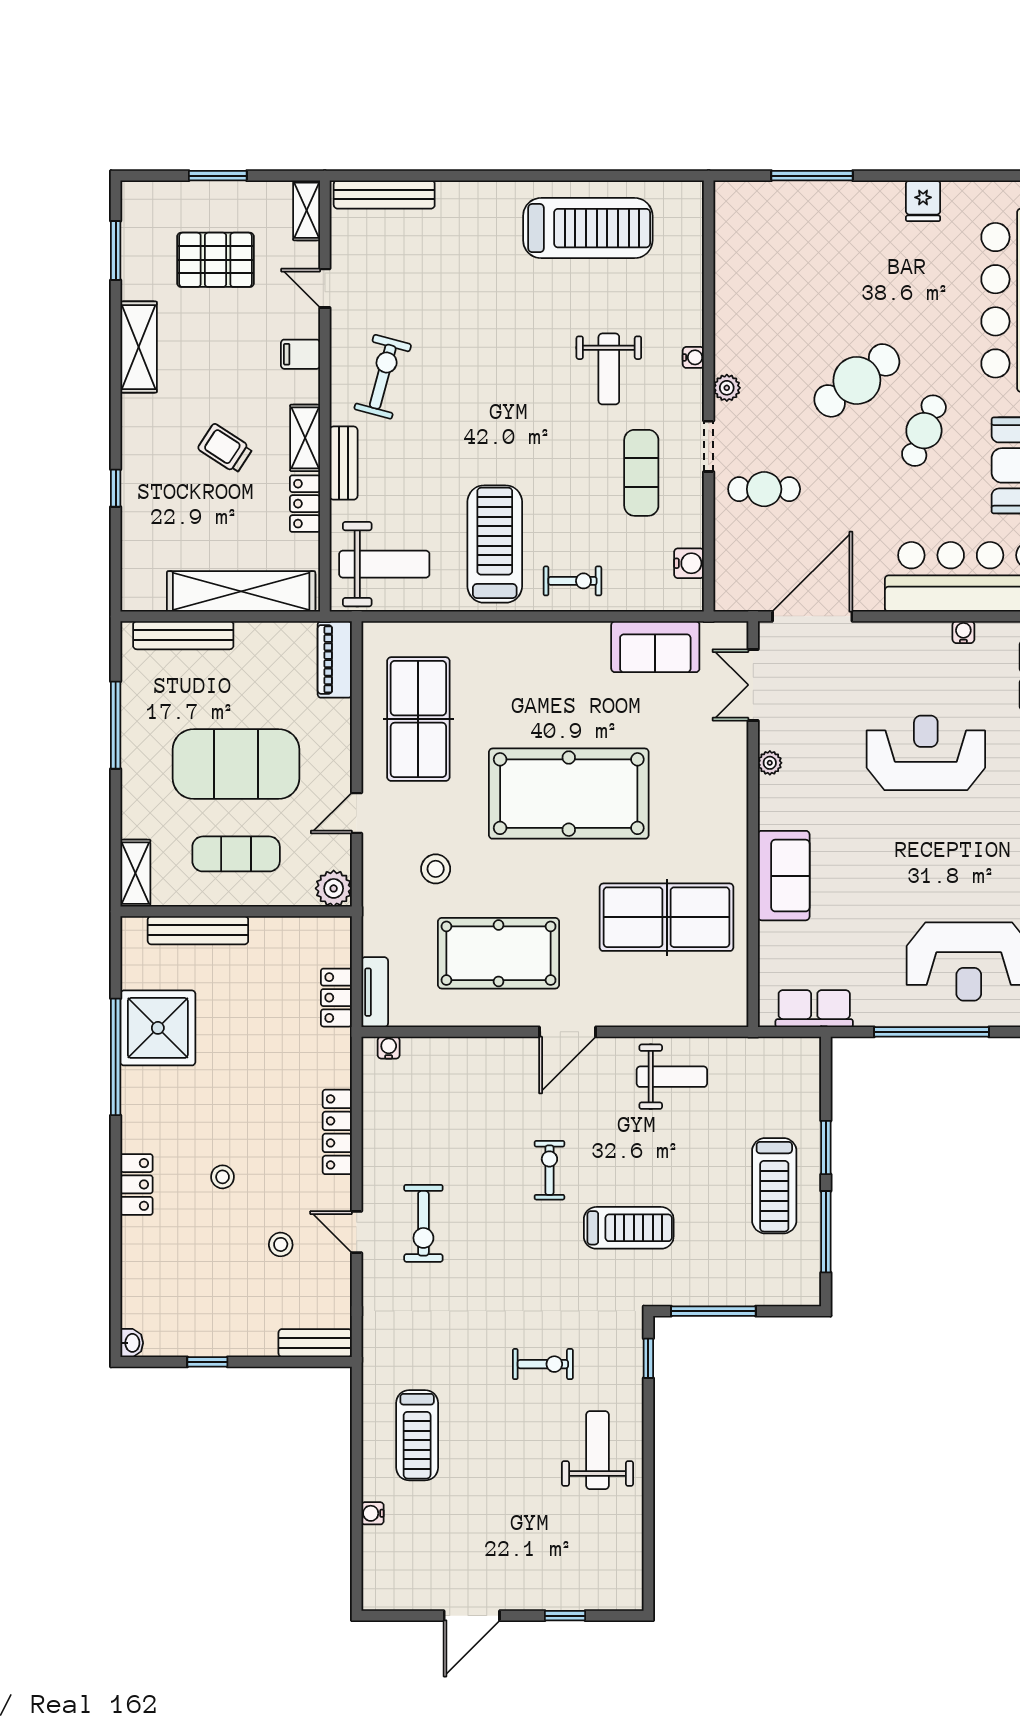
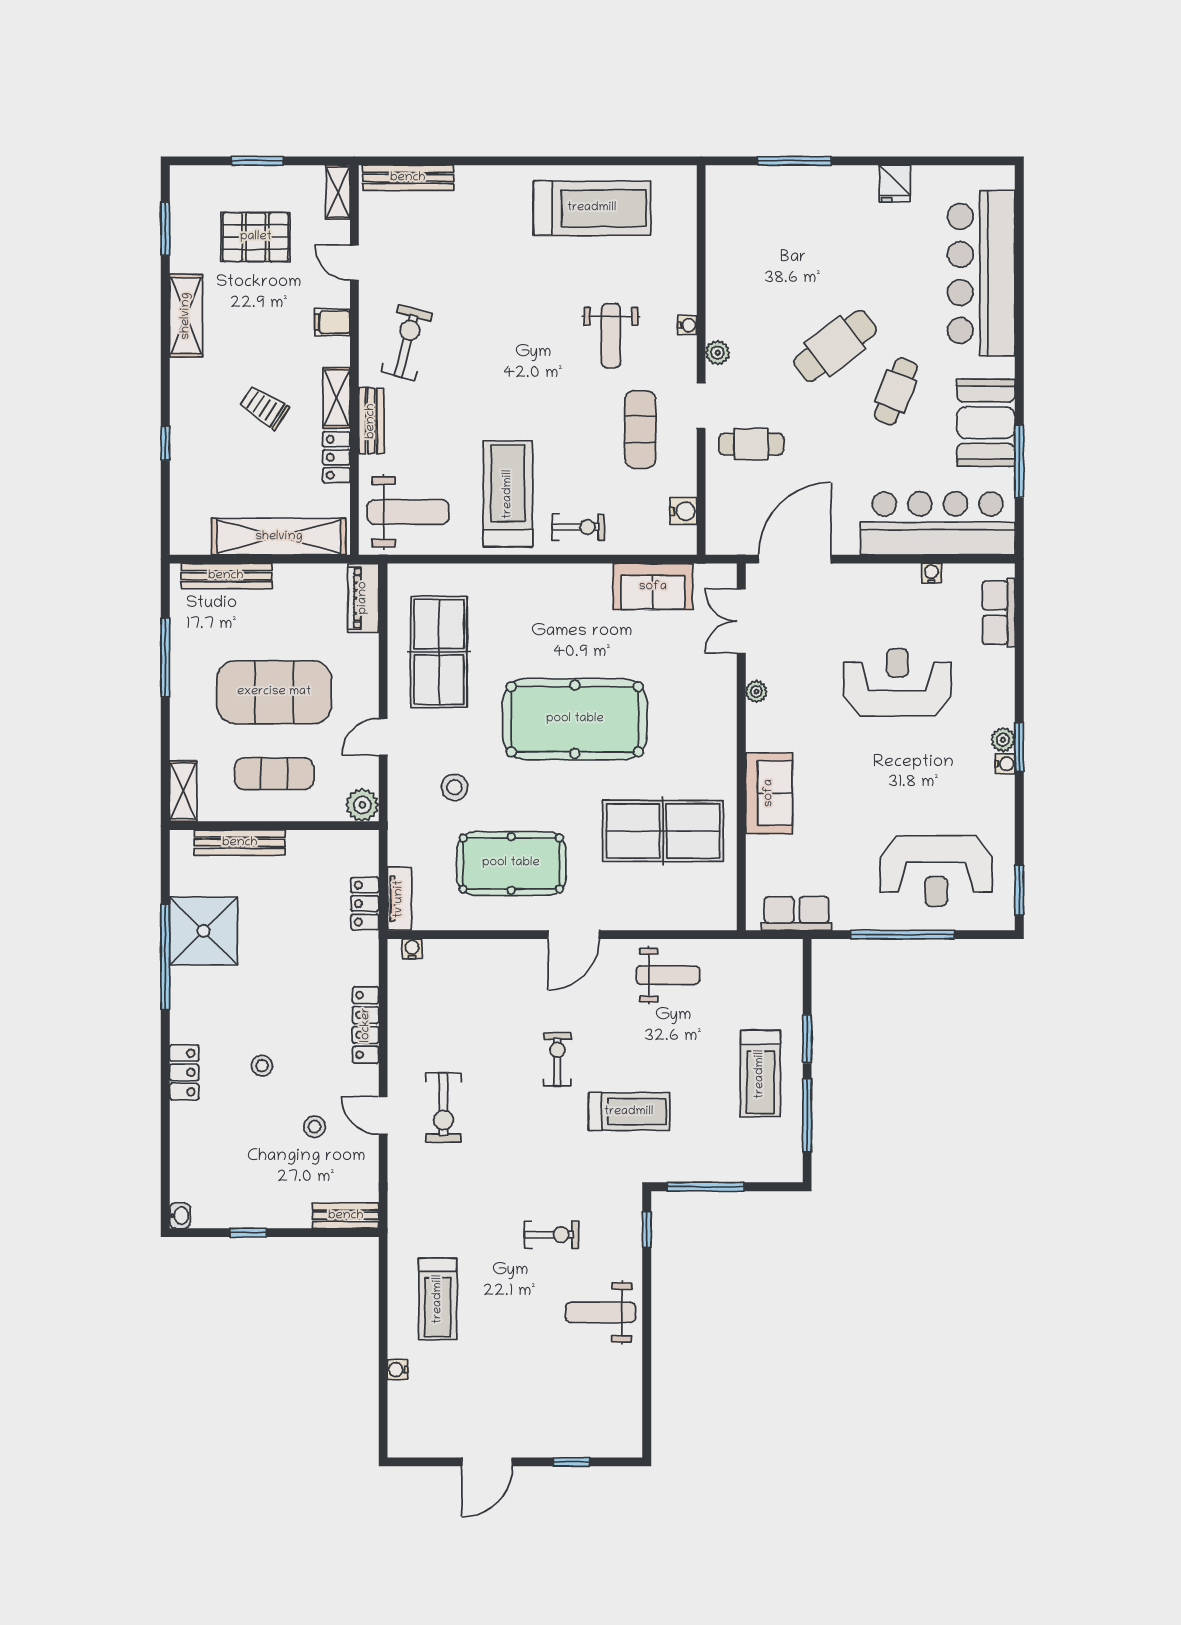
weight bench: (597, 1450) -> (601, 1312), turned -90

